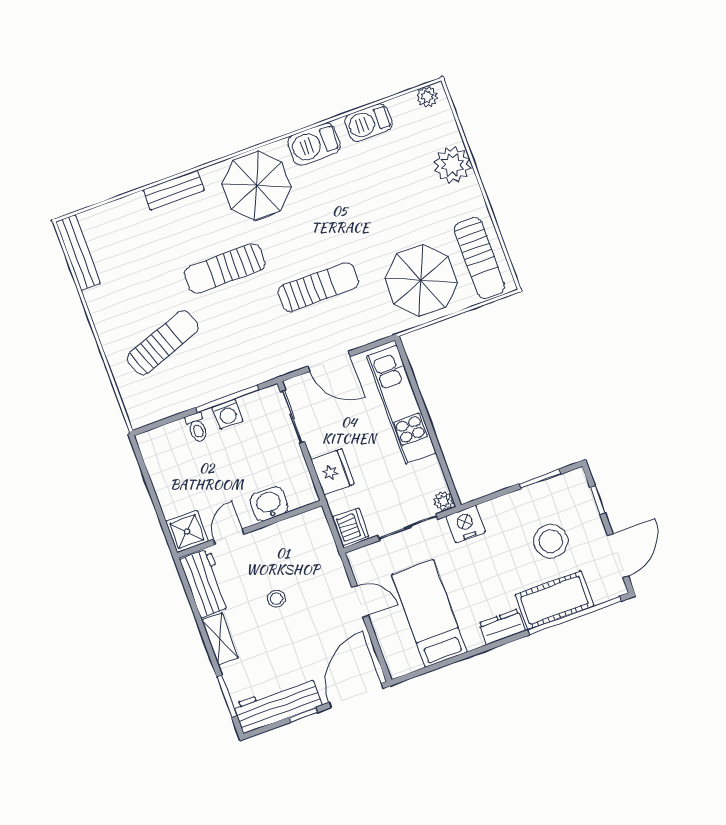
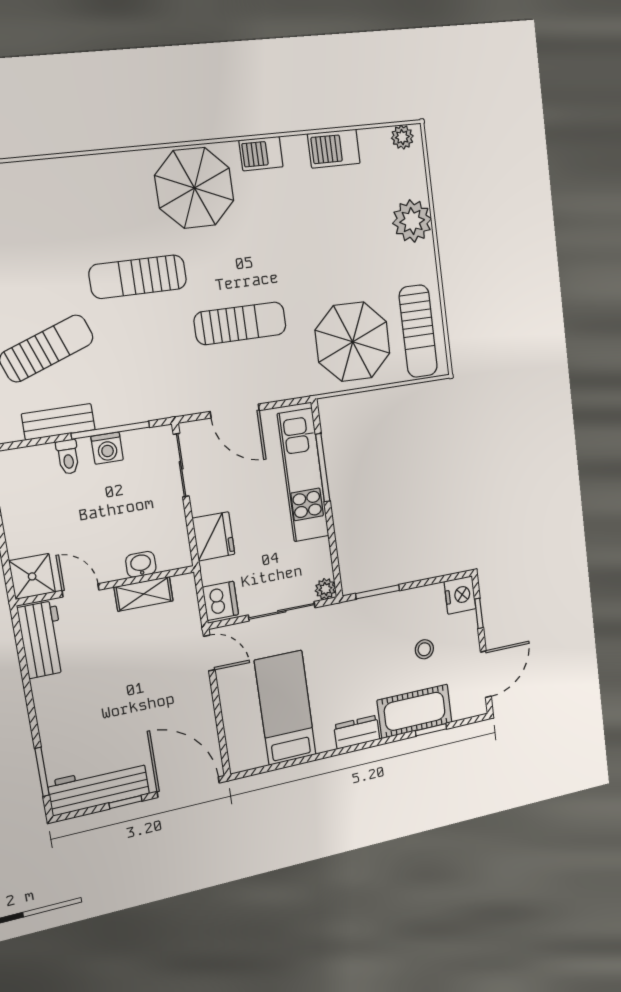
barbecue: (314, 144) -> (261, 154), width x0.73, depth x0.79
bench: (174, 190) -> (58, 422), moved
window: (418, 395) -> (323, 468), added
window: (540, 479) -> (378, 592), moved
washbasin: (269, 504) -> (141, 564), width x0.72, depth x0.69
nightstand: (466, 524) -> (460, 595), moved, turned 90
door: (229, 537) -> (81, 590), hinge flipped
stool: (551, 541) -> (424, 649), width x0.53, depth x0.53
stool: (276, 599) -> (122, 669), removed
door: (360, 601) -> (209, 653), moved
window: (575, 615) -> (431, 730), width x0.32
shelving: (220, 639) -> (144, 594), moved, turned 90
door: (356, 696) -> (188, 787), hinge flipped

